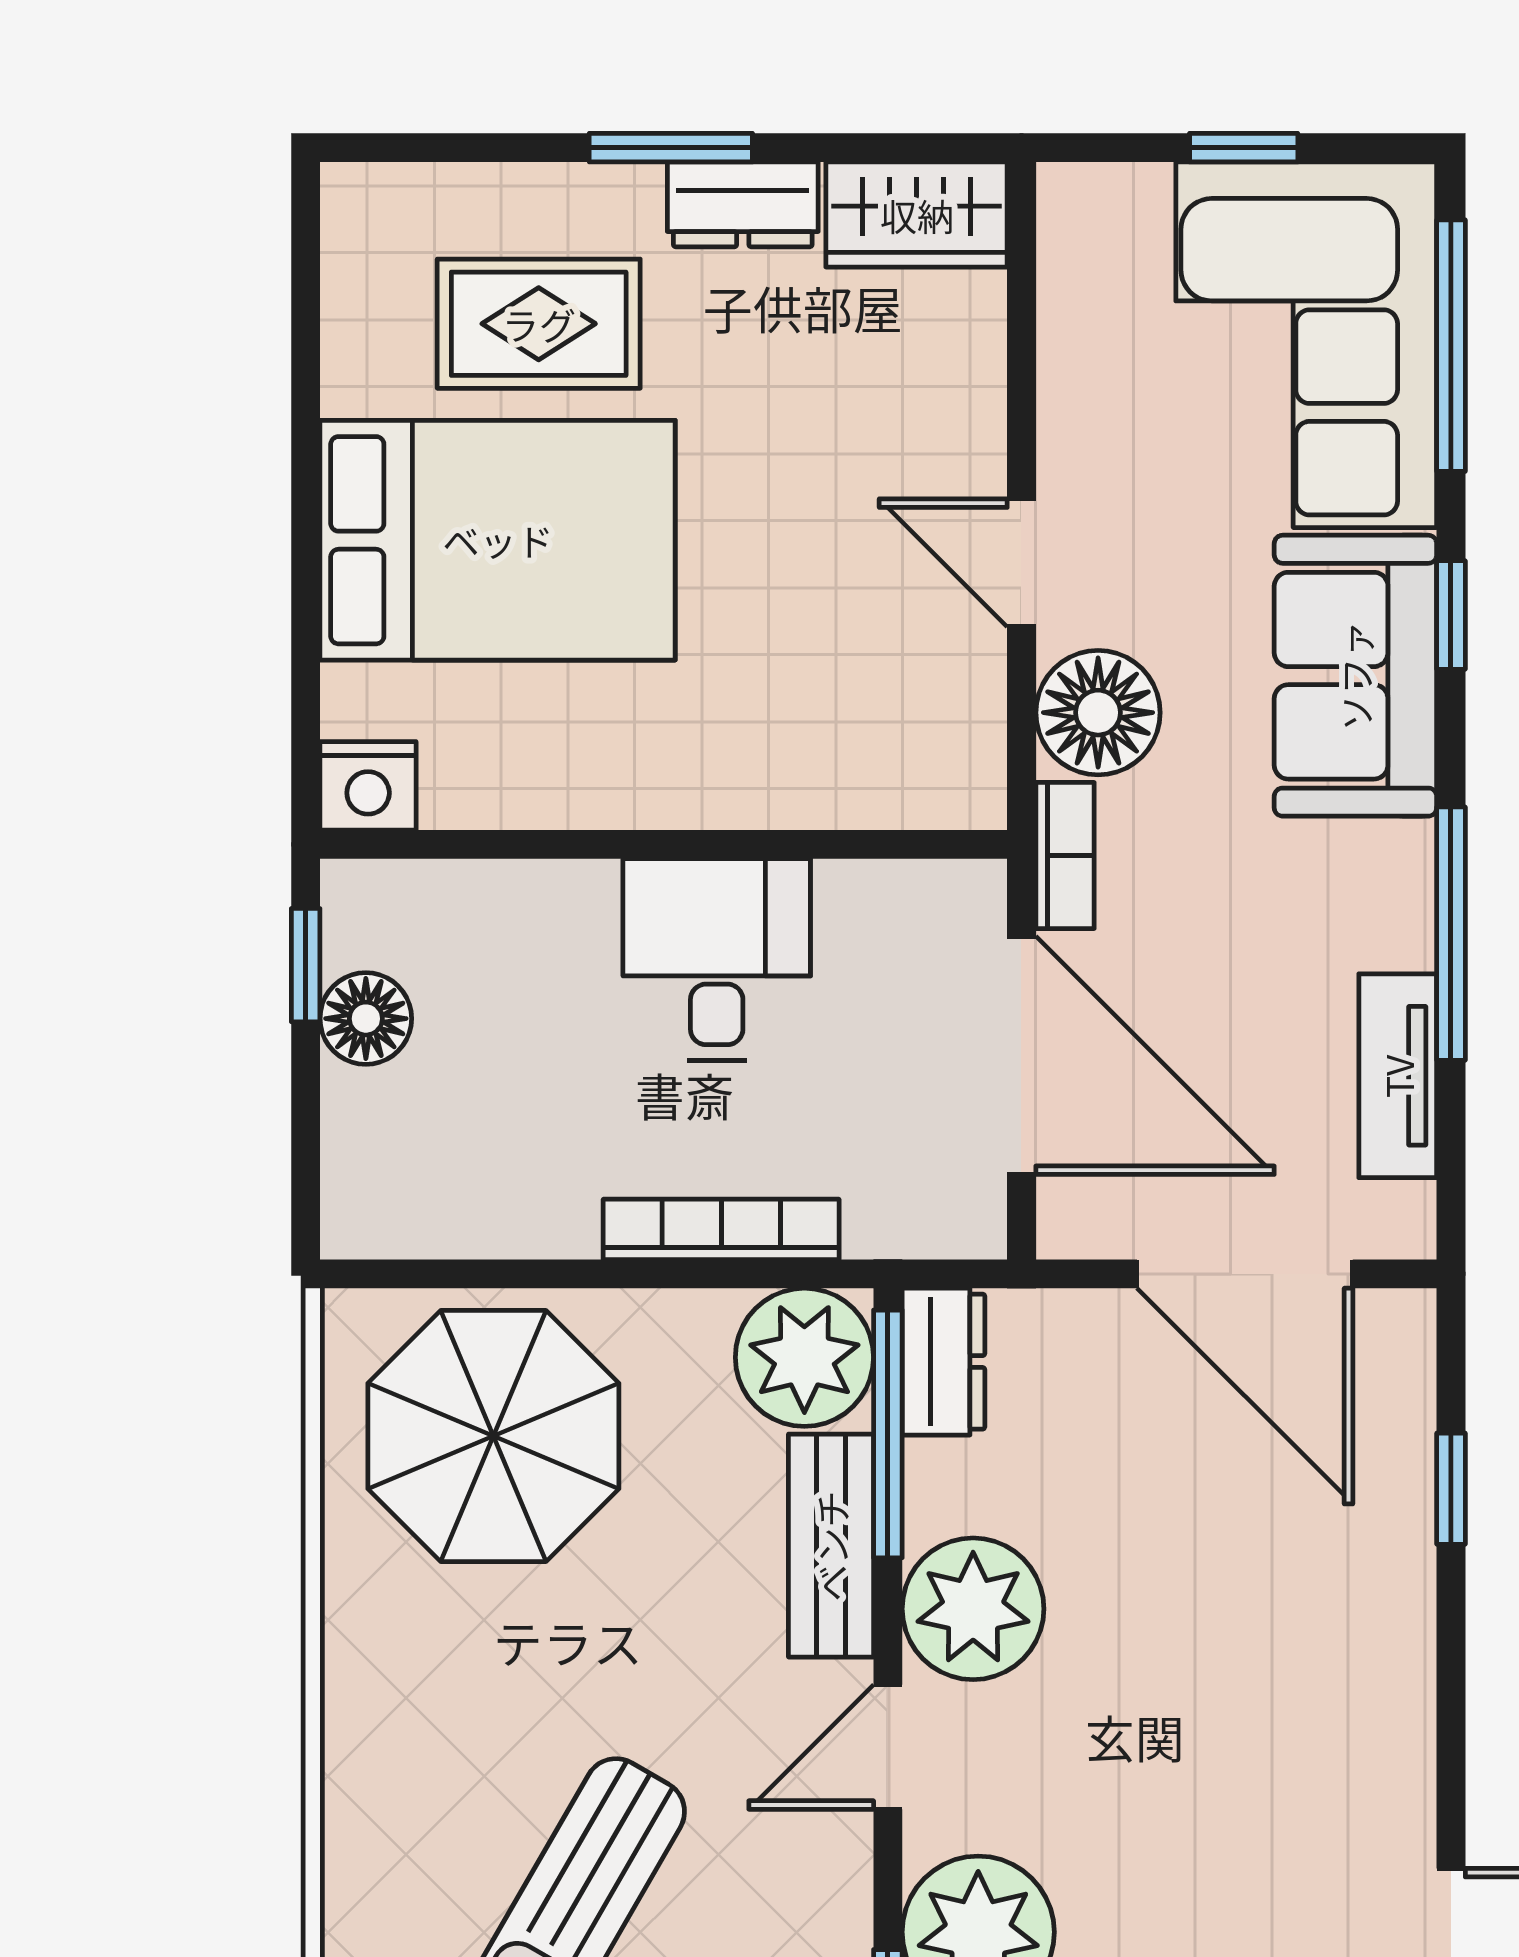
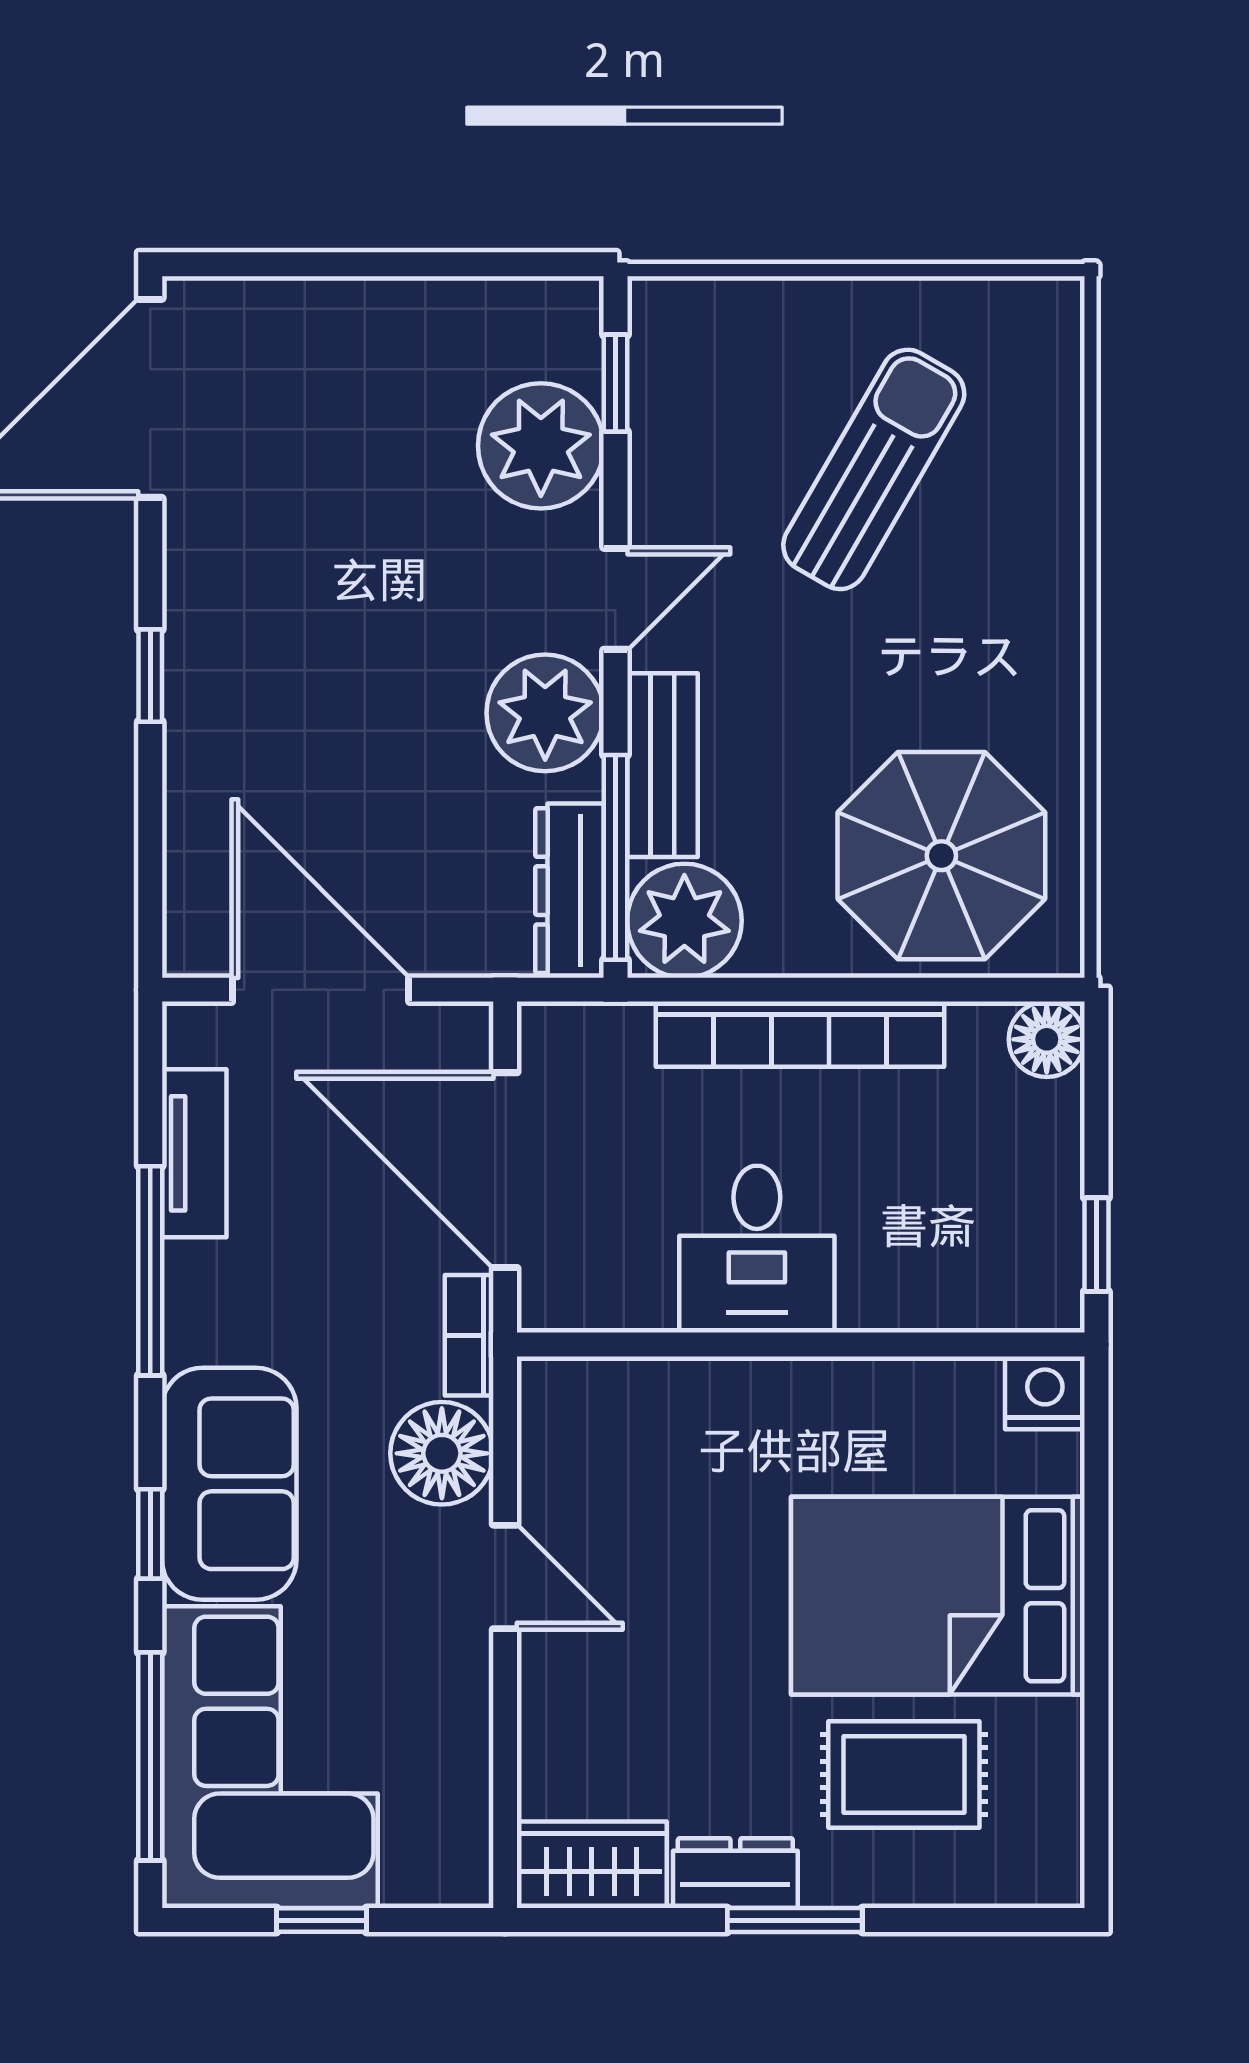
floor lamp: (366, 1019) -> (1047, 1039), moved
bookcase: (721, 1229) -> (800, 1034), width x1.48, depth x1.31
dresser: (943, 1362) -> (570, 891), width x1.44
window: (1451, 1489) -> (150, 676), moved

